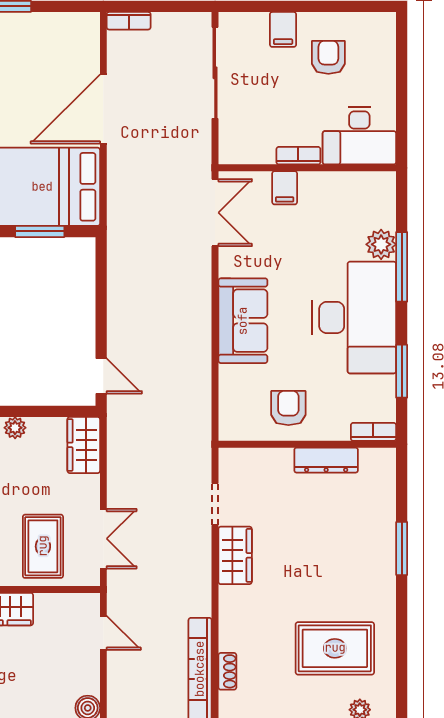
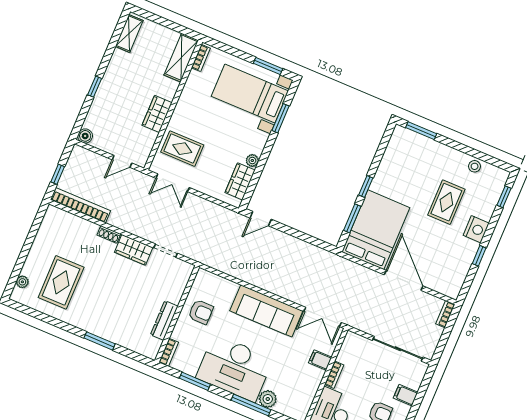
sofa: (243, 321) -> (266, 311), width x1.36
wardrobe: (84, 445) -> (240, 181), moved, turned -90
shoe rack: (227, 671) -> (109, 234), moved

